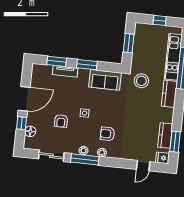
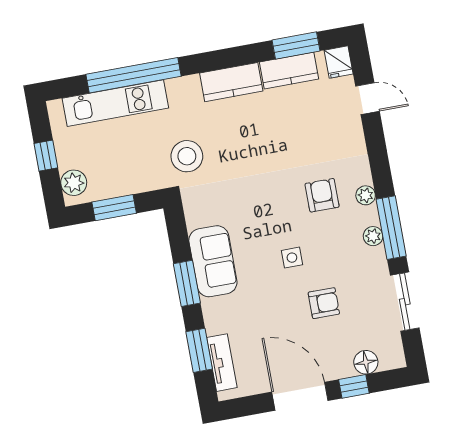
plant: (144, 29) -> (74, 183), added
tv unit: (65, 71) -> (222, 363), moved
sofa: (105, 80) -> (213, 261), moved
kitchen counter: (169, 94) -> (231, 82), moved
armchair: (107, 134) -> (322, 195), turned 180

